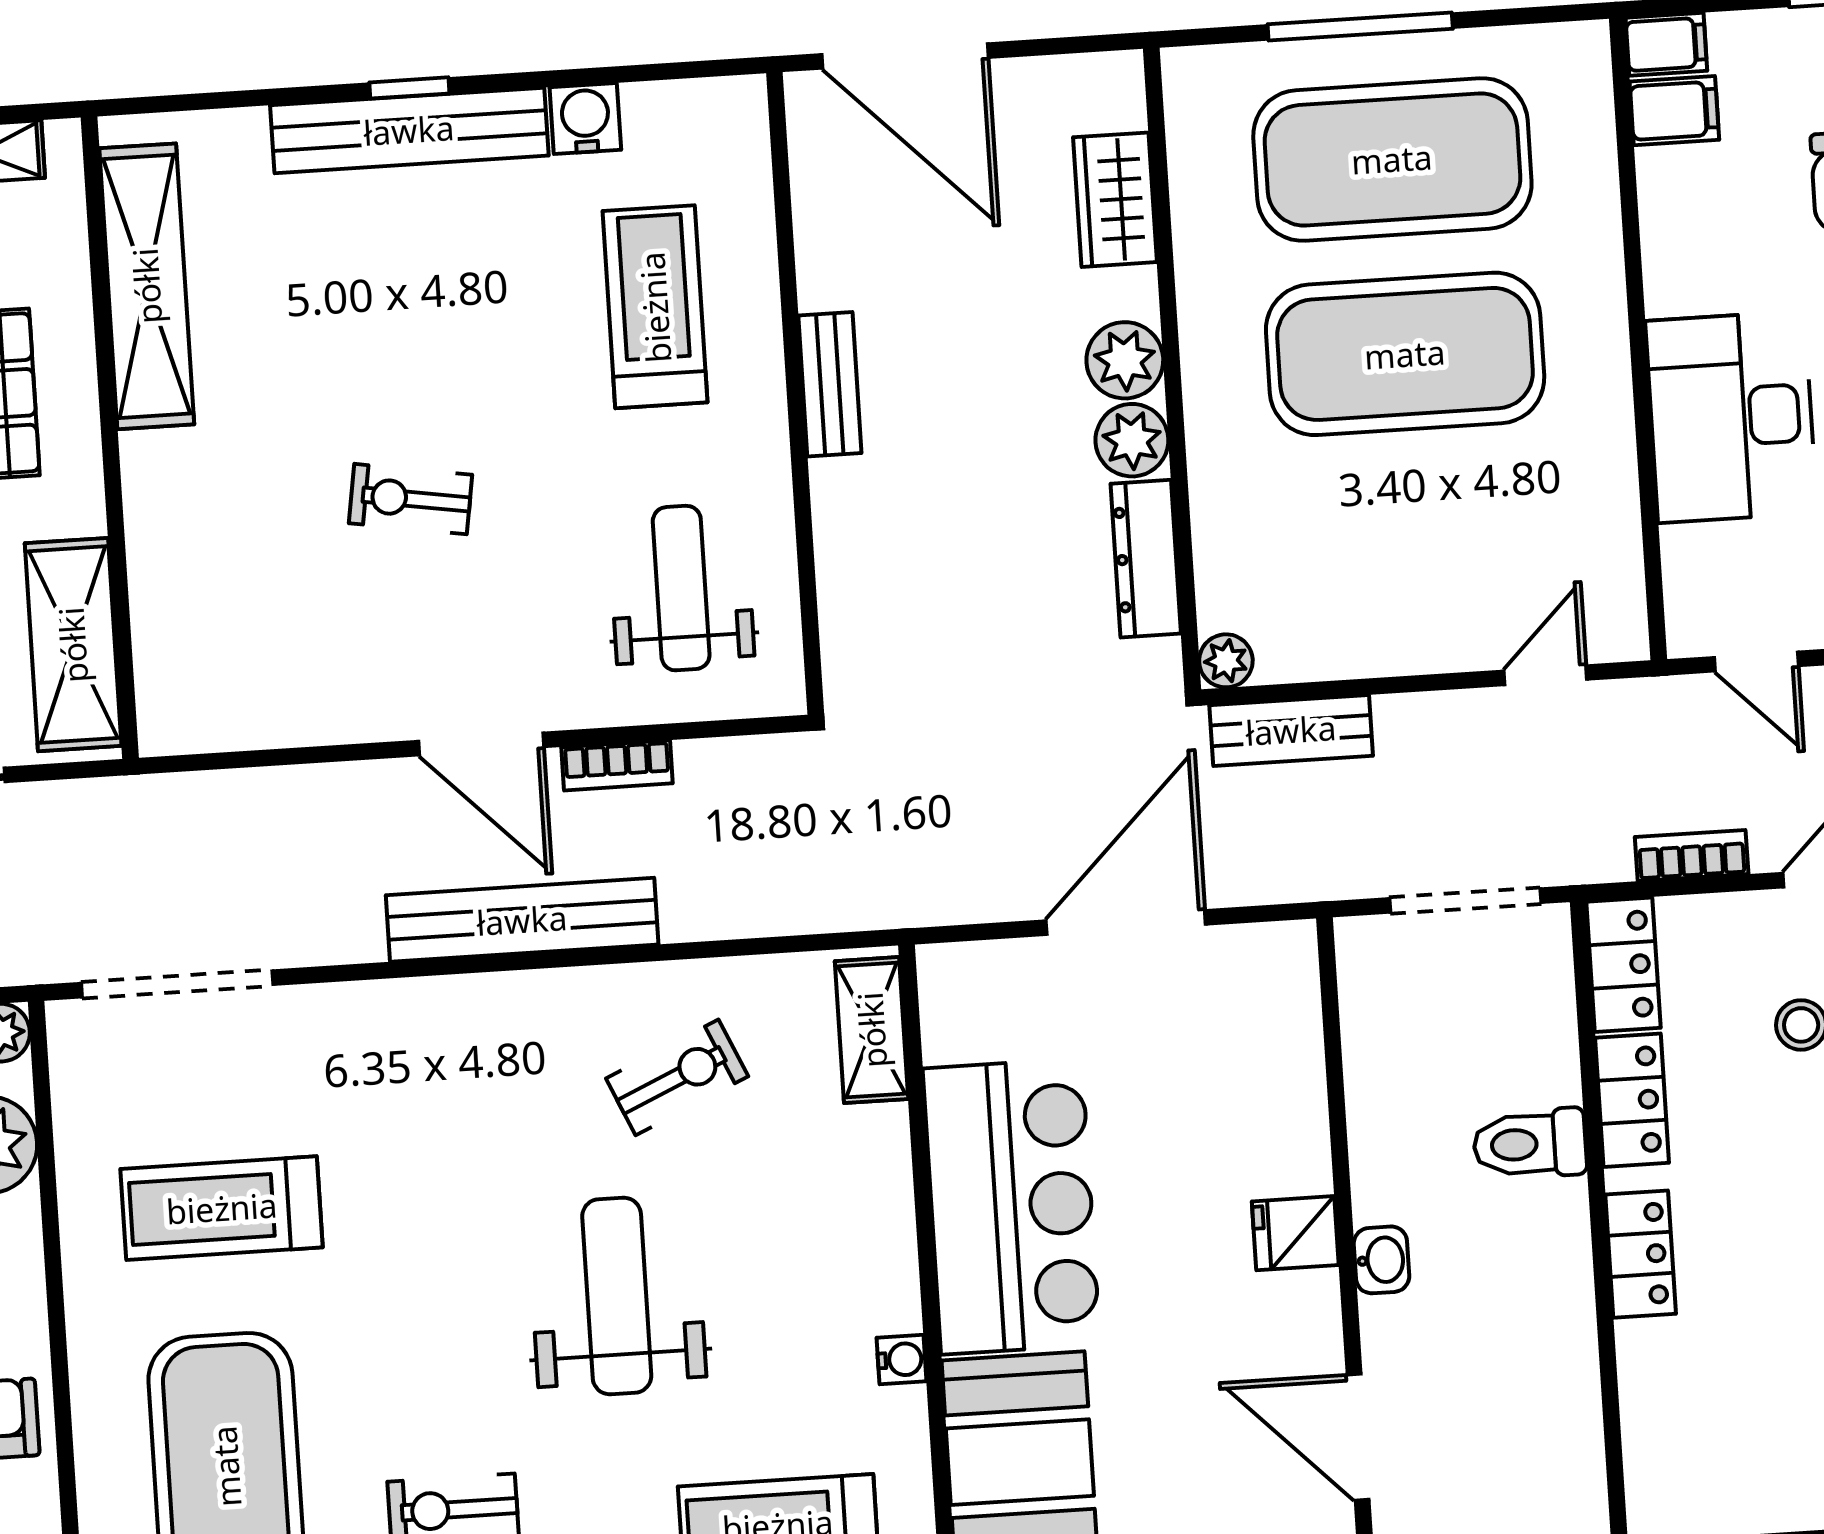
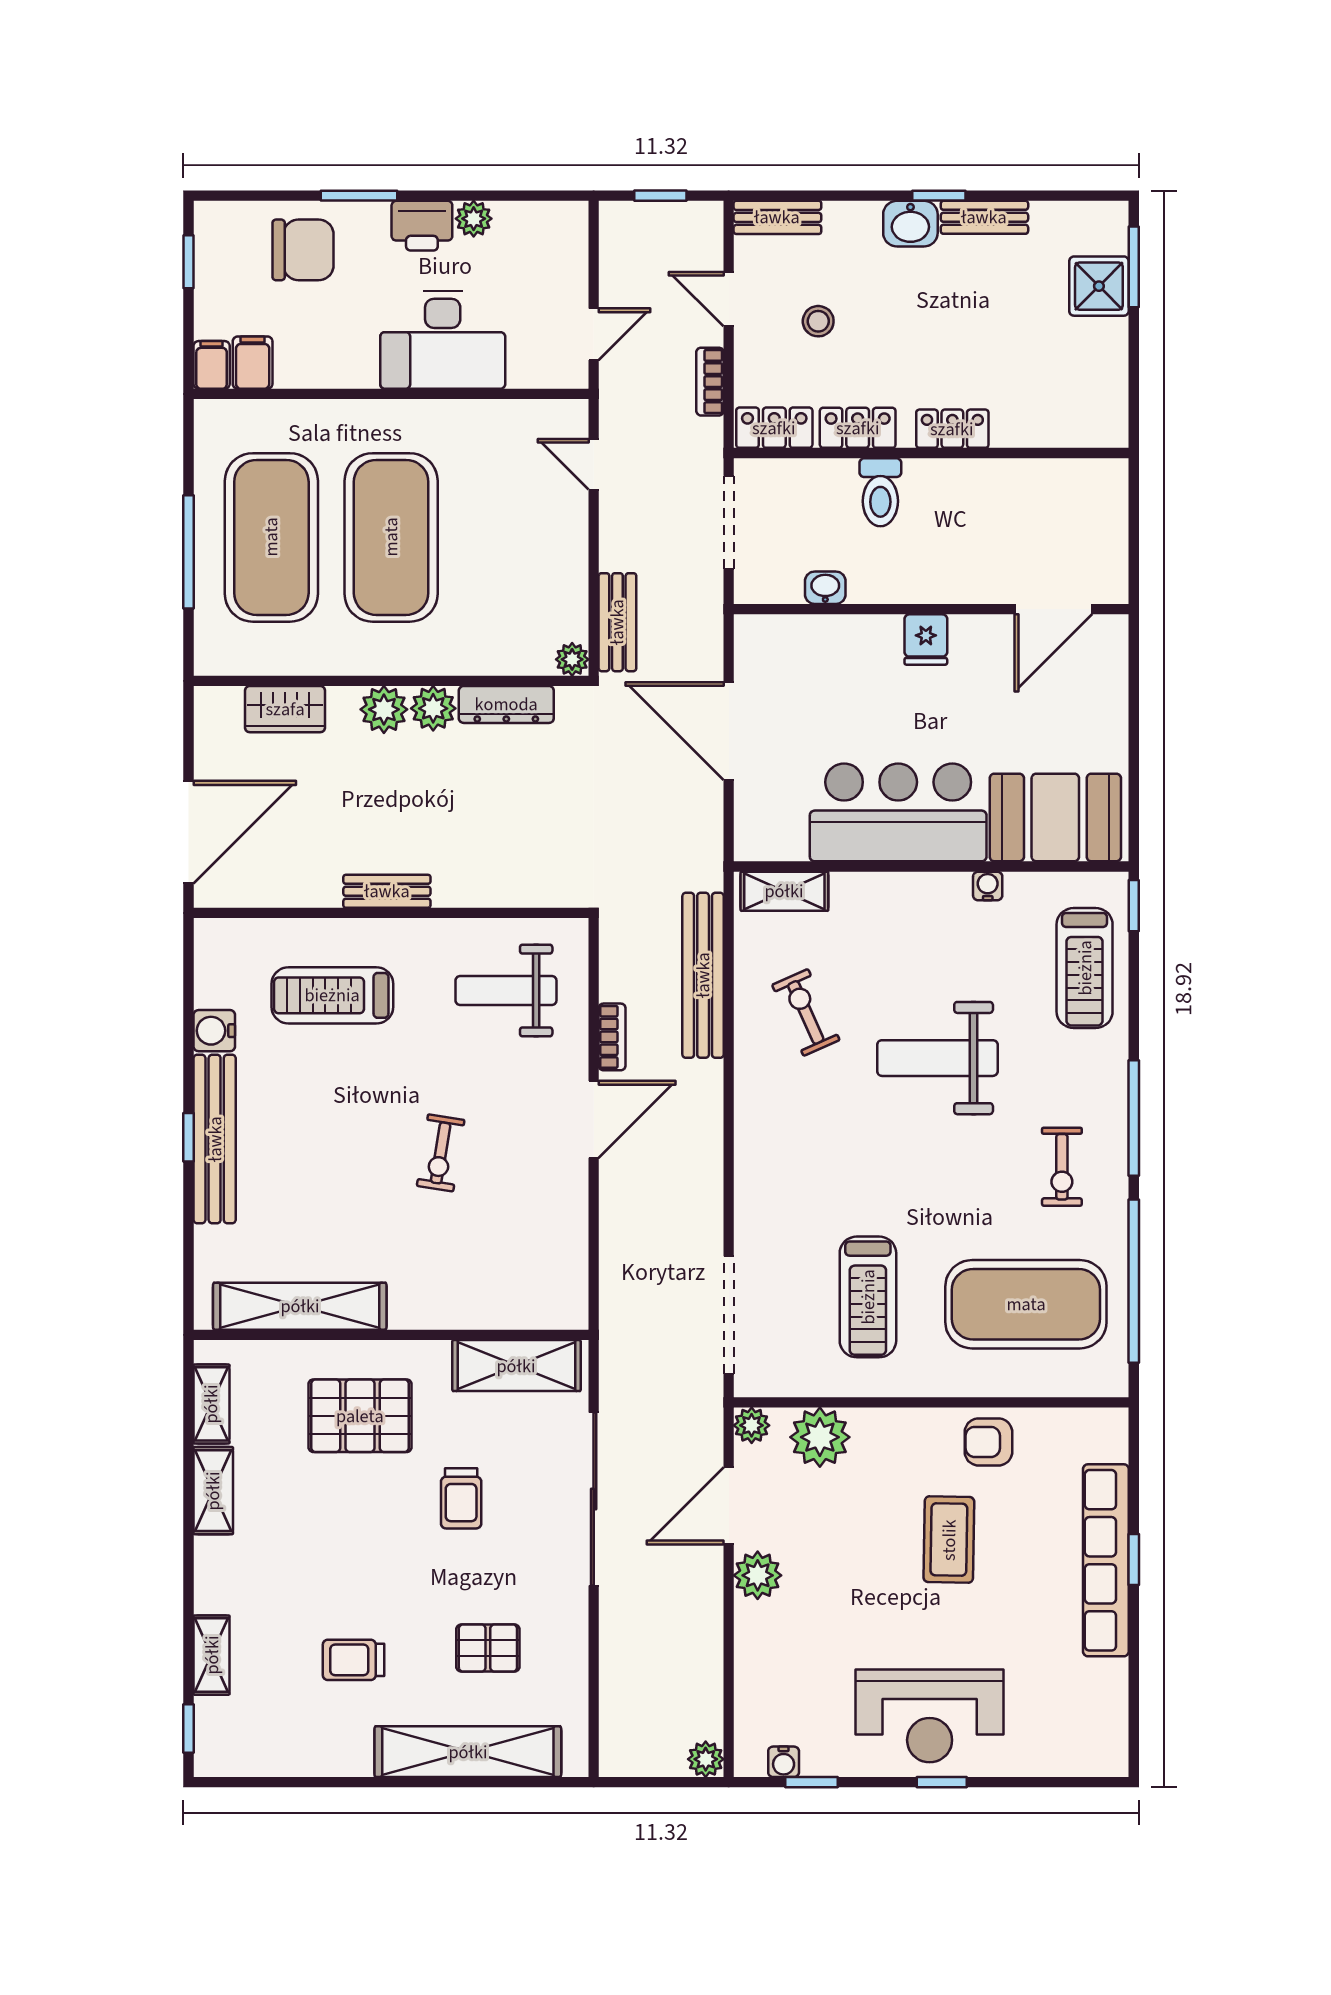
bench: (522, 920) -> (703, 975), moved
washbasin: (1382, 1260) -> (825, 588), moved

